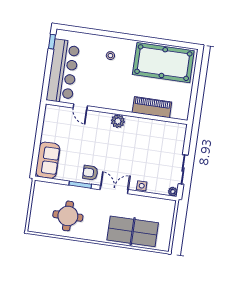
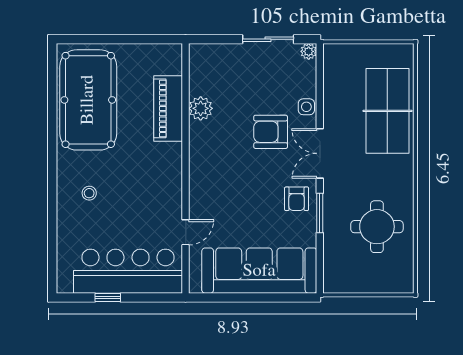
window: (52, 42) -> (108, 297), moved
plant: (118, 121) -> (201, 108), moved
sofa: (48, 160) -> (259, 271), width x1.85, depth x1.27
armchair: (130, 163) -> (271, 132), added

